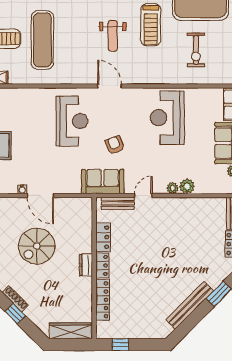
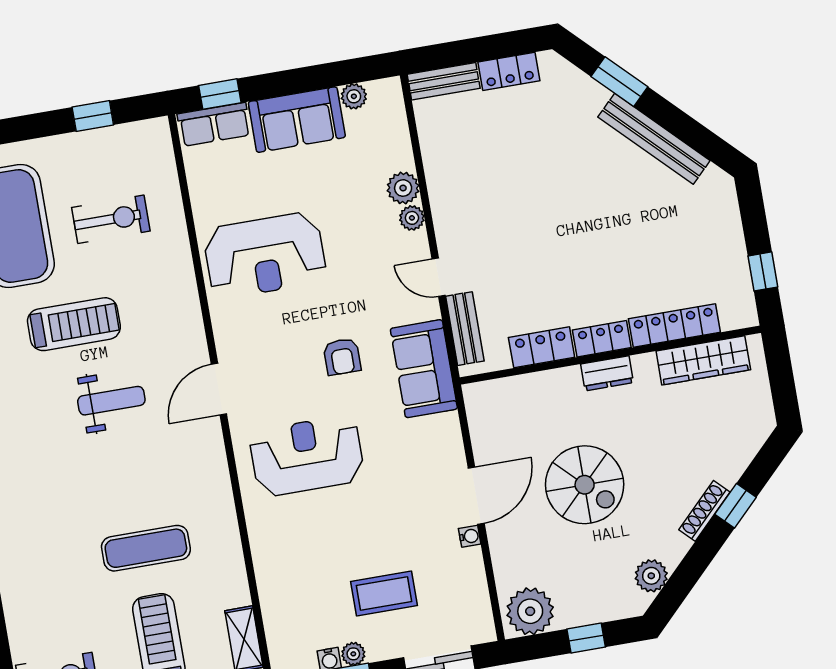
exercise mat: (42, 40) -> (146, 548), width x0.73, depth x0.69
armchair: (115, 145) -> (342, 357), turned -69
wardrobe: (70, 331) -> (703, 360), moved, turned -90

